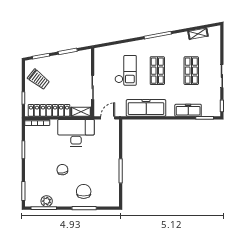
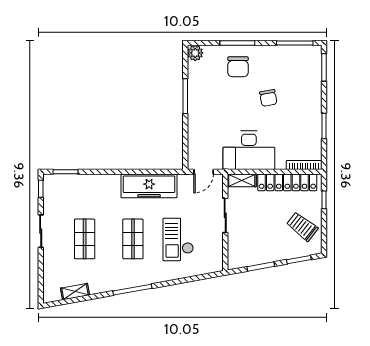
freezer: (188, 110) -> (89, 183), removed
plant: (47, 201) -> (195, 53), moved

